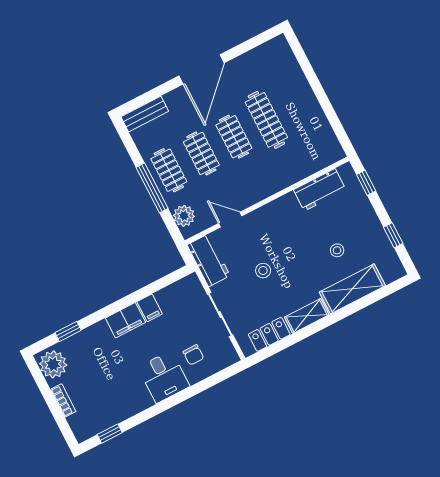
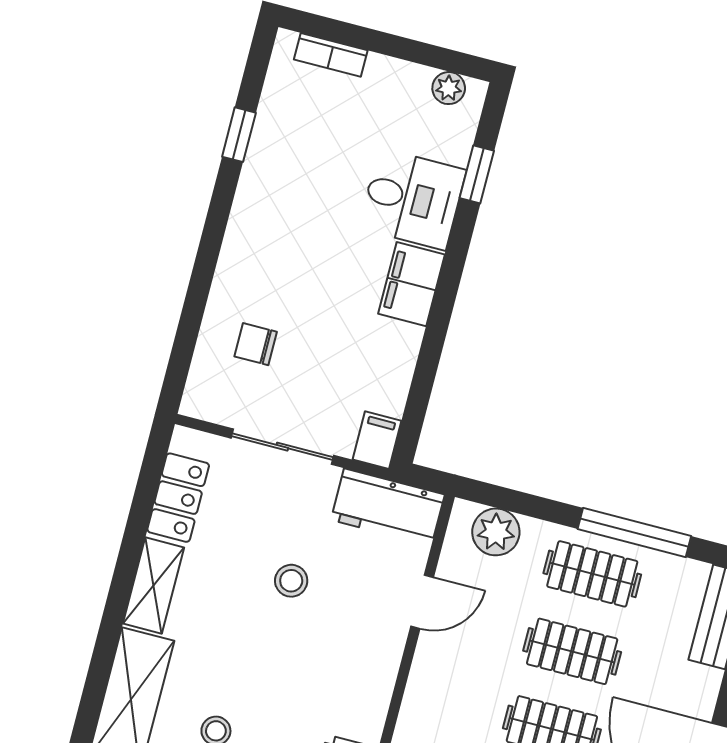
window: (152, 188) -> (634, 533), moved
filing cabinet: (150, 308) -> (377, 440), moved, turned 90
plant: (53, 364) -> (449, 88), width x0.53, depth x0.53
desk: (164, 377) -> (412, 199), moved, turned 180
bookcase: (63, 400) -> (331, 55), moved
window: (110, 434) -> (239, 135), moved

